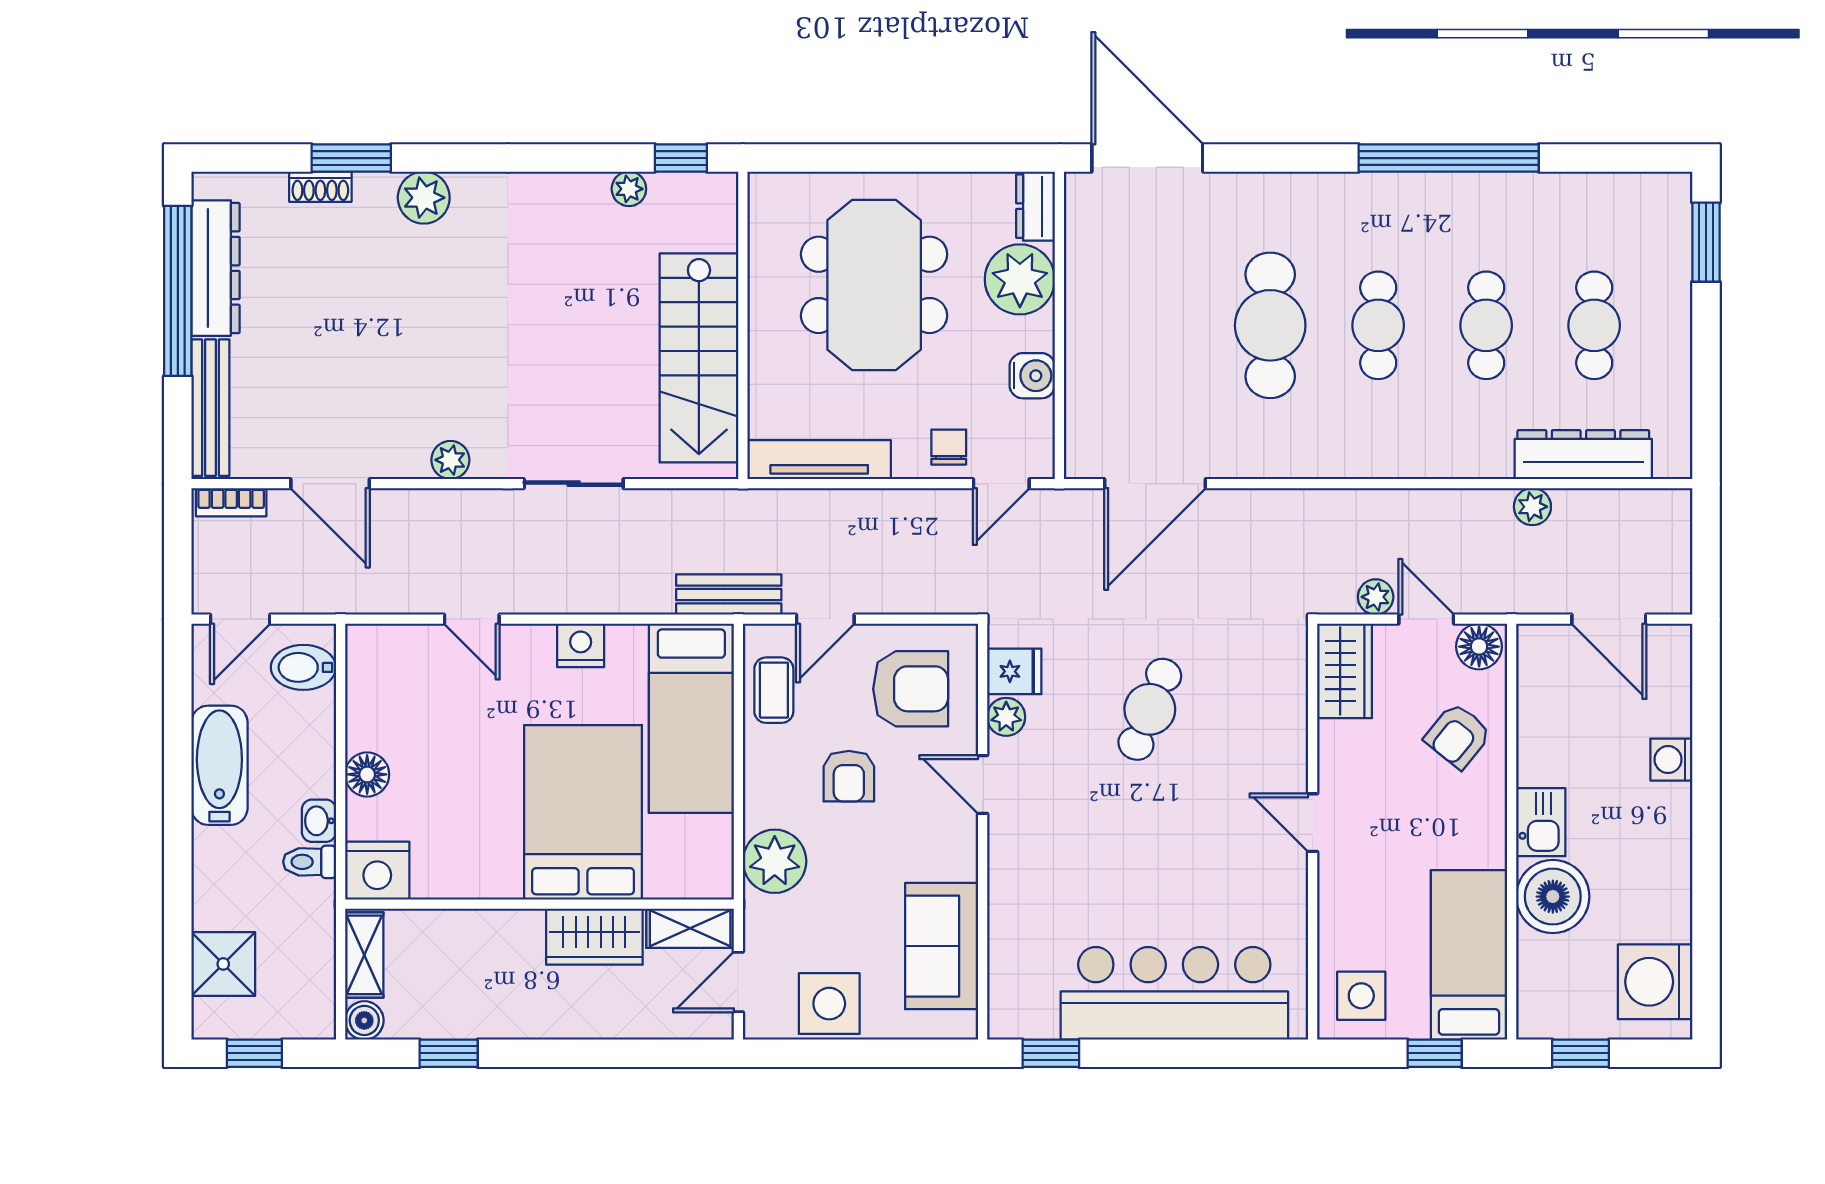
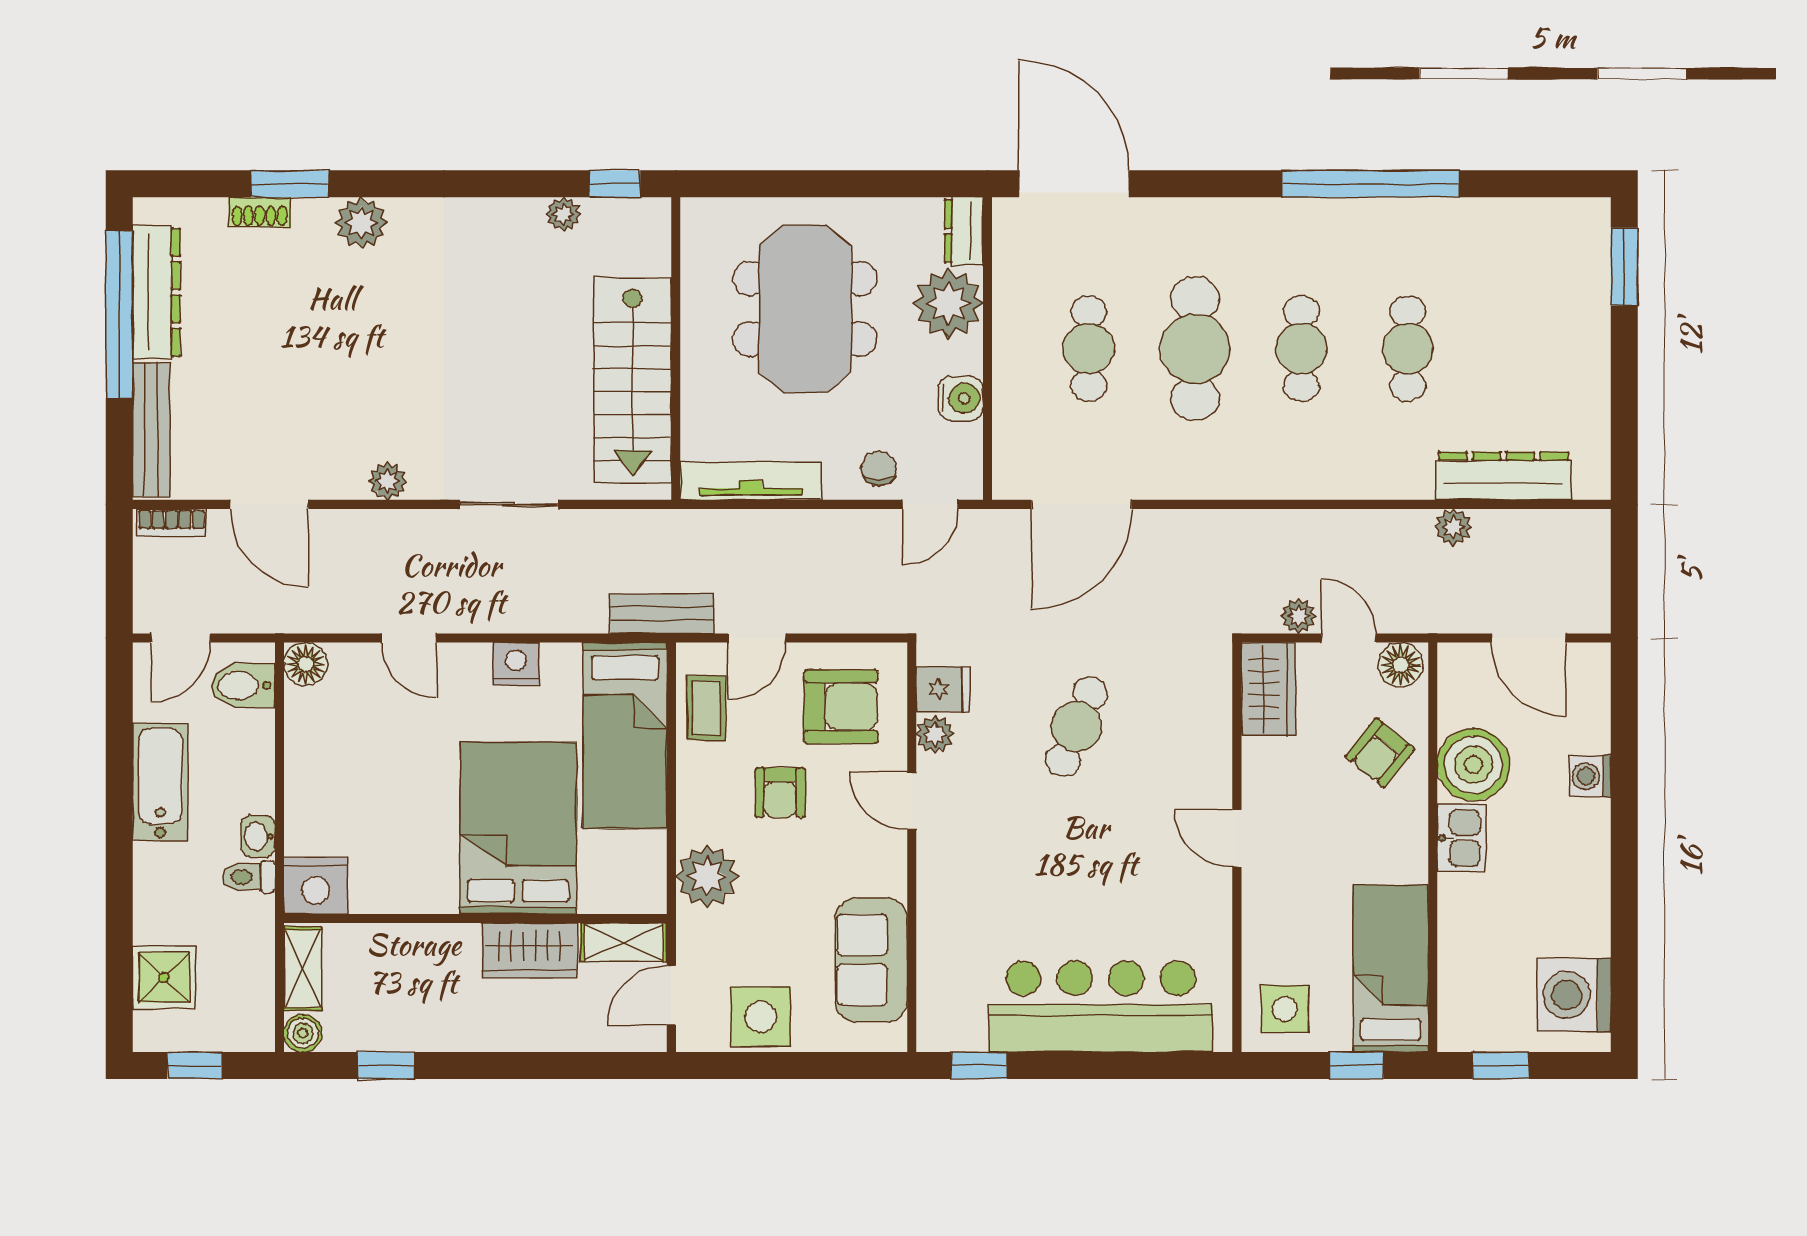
cafe table: (1594, 325) -> (1089, 349), moved
floor lamp: (367, 774) -> (306, 664), moved
boiler: (1553, 897) -> (1473, 765), moved

